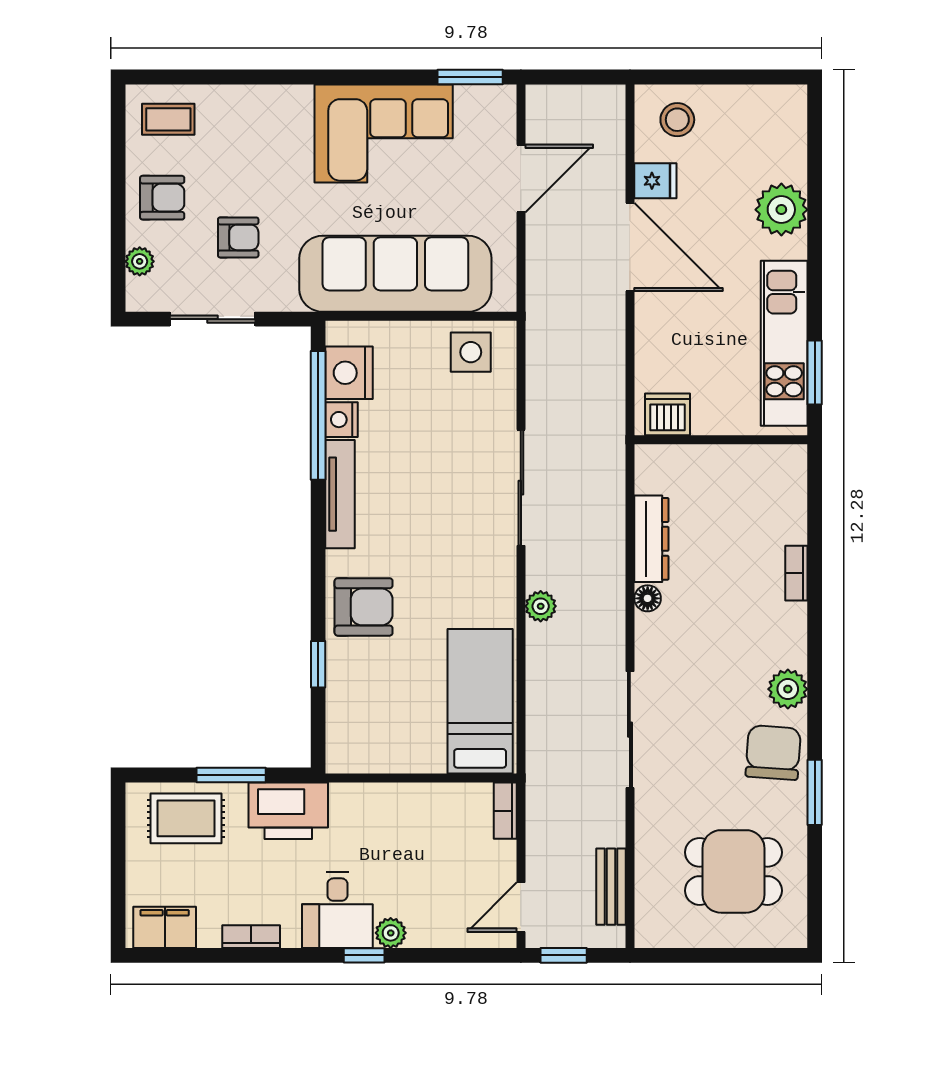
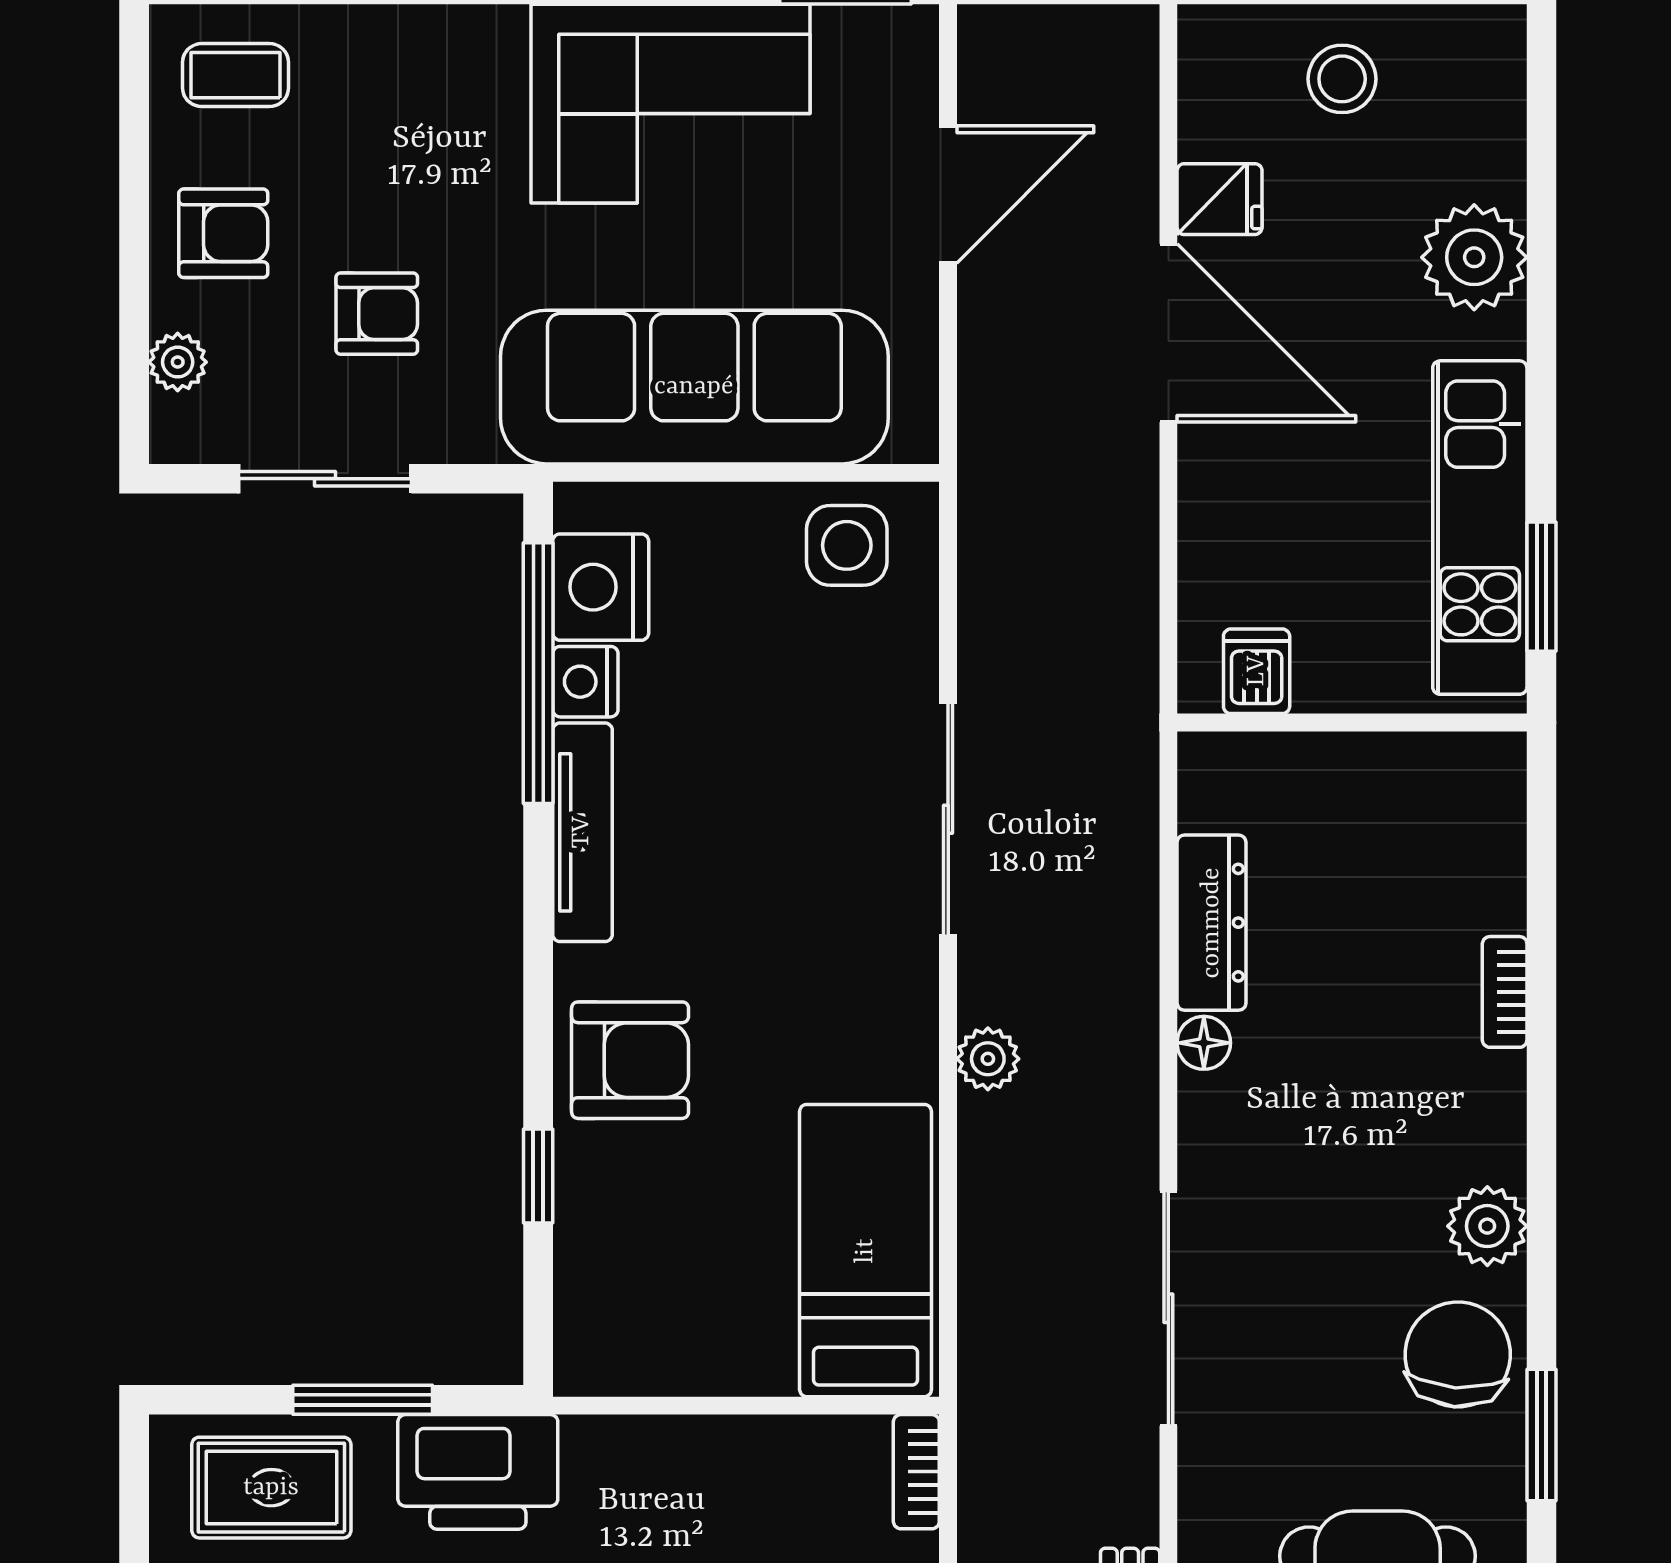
stool: (677, 120) -> (1342, 79), moved
dishwasher: (667, 414) -> (1257, 671), width x0.73

